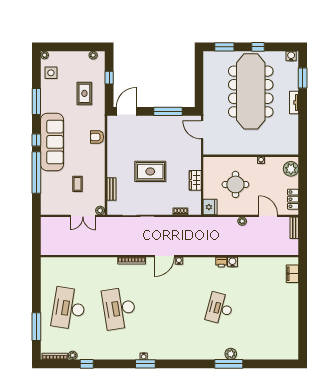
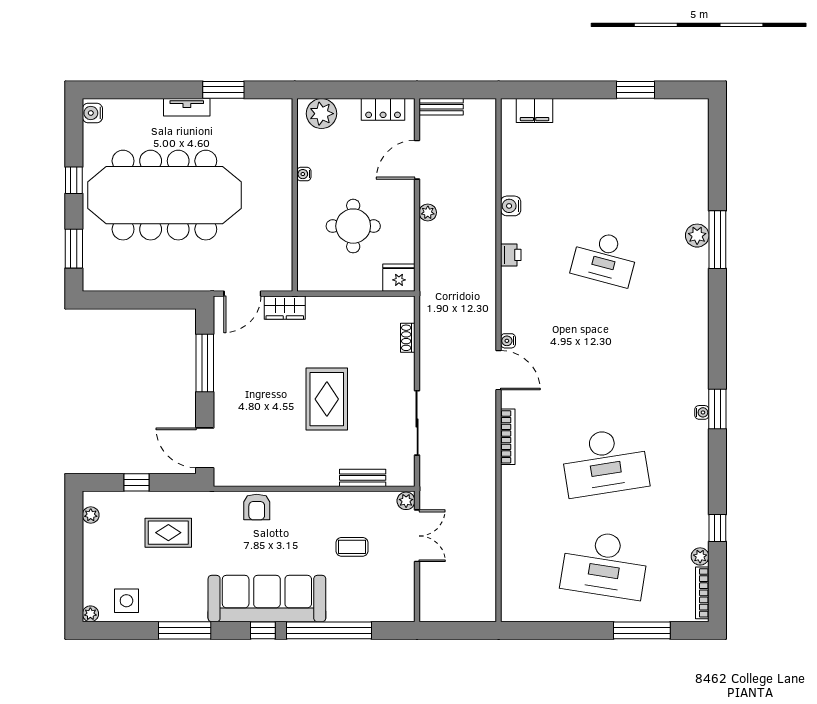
window: (303, 78) -> (223, 90), moved
wardrobe: (195, 180) -> (285, 308), moved
water cooler: (232, 262) -> (511, 206), moved
window: (303, 324) -> (636, 90), added

